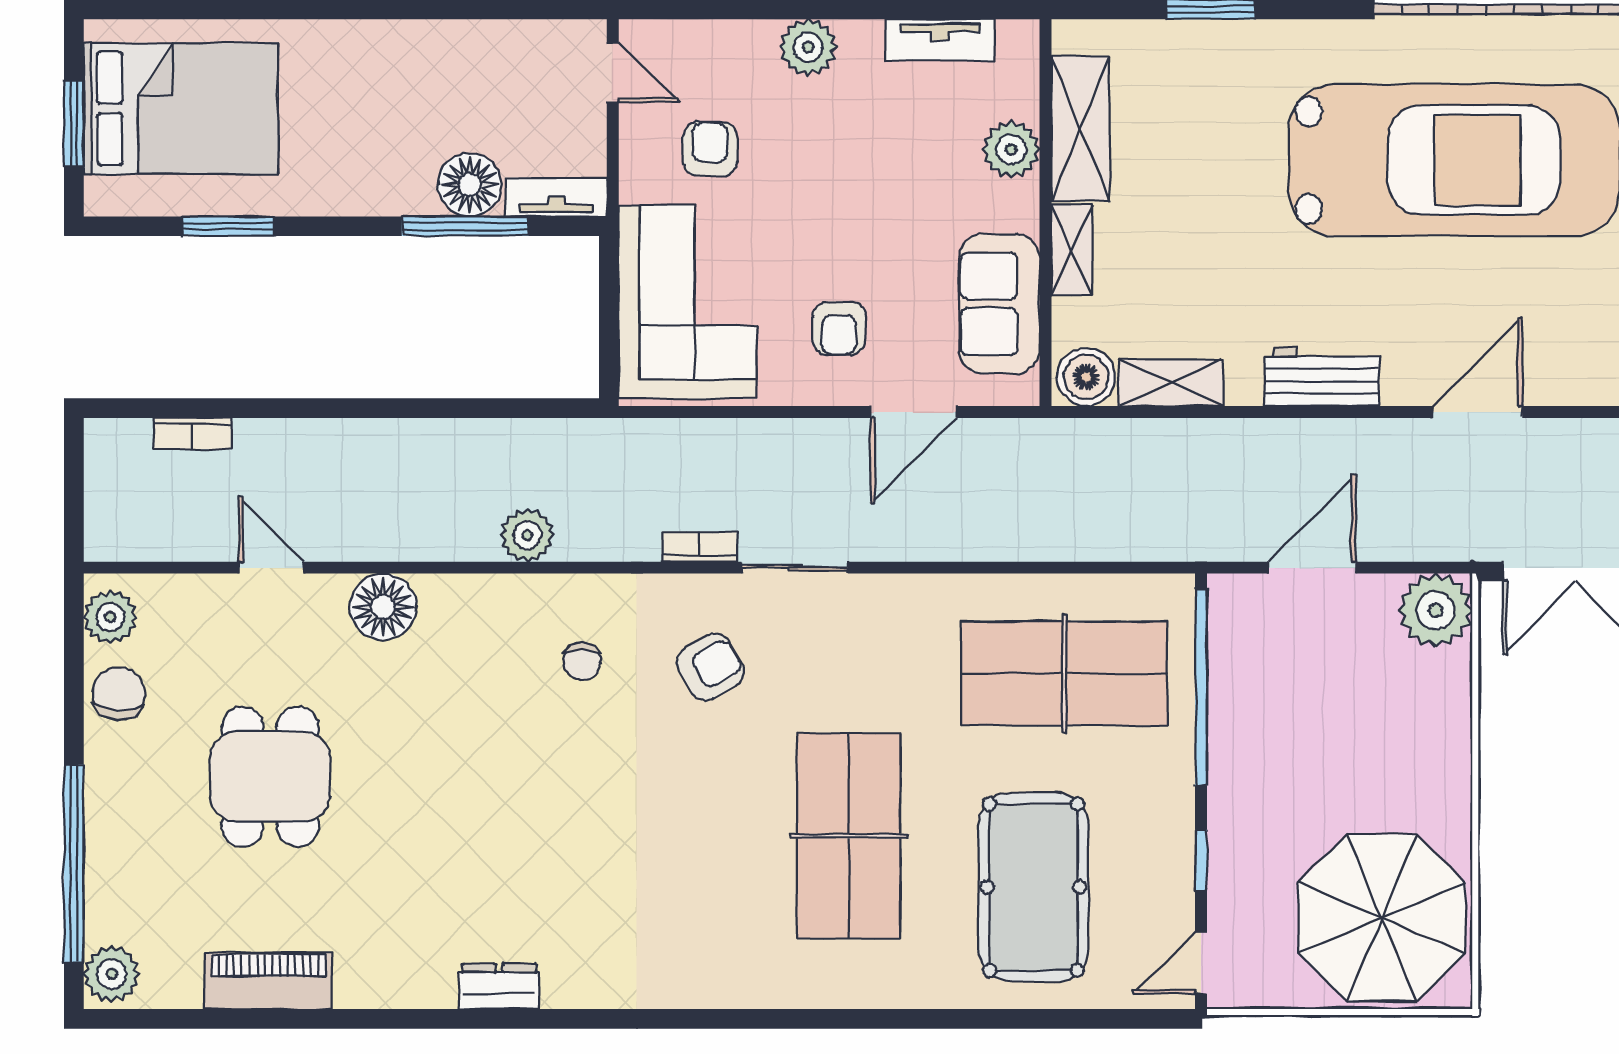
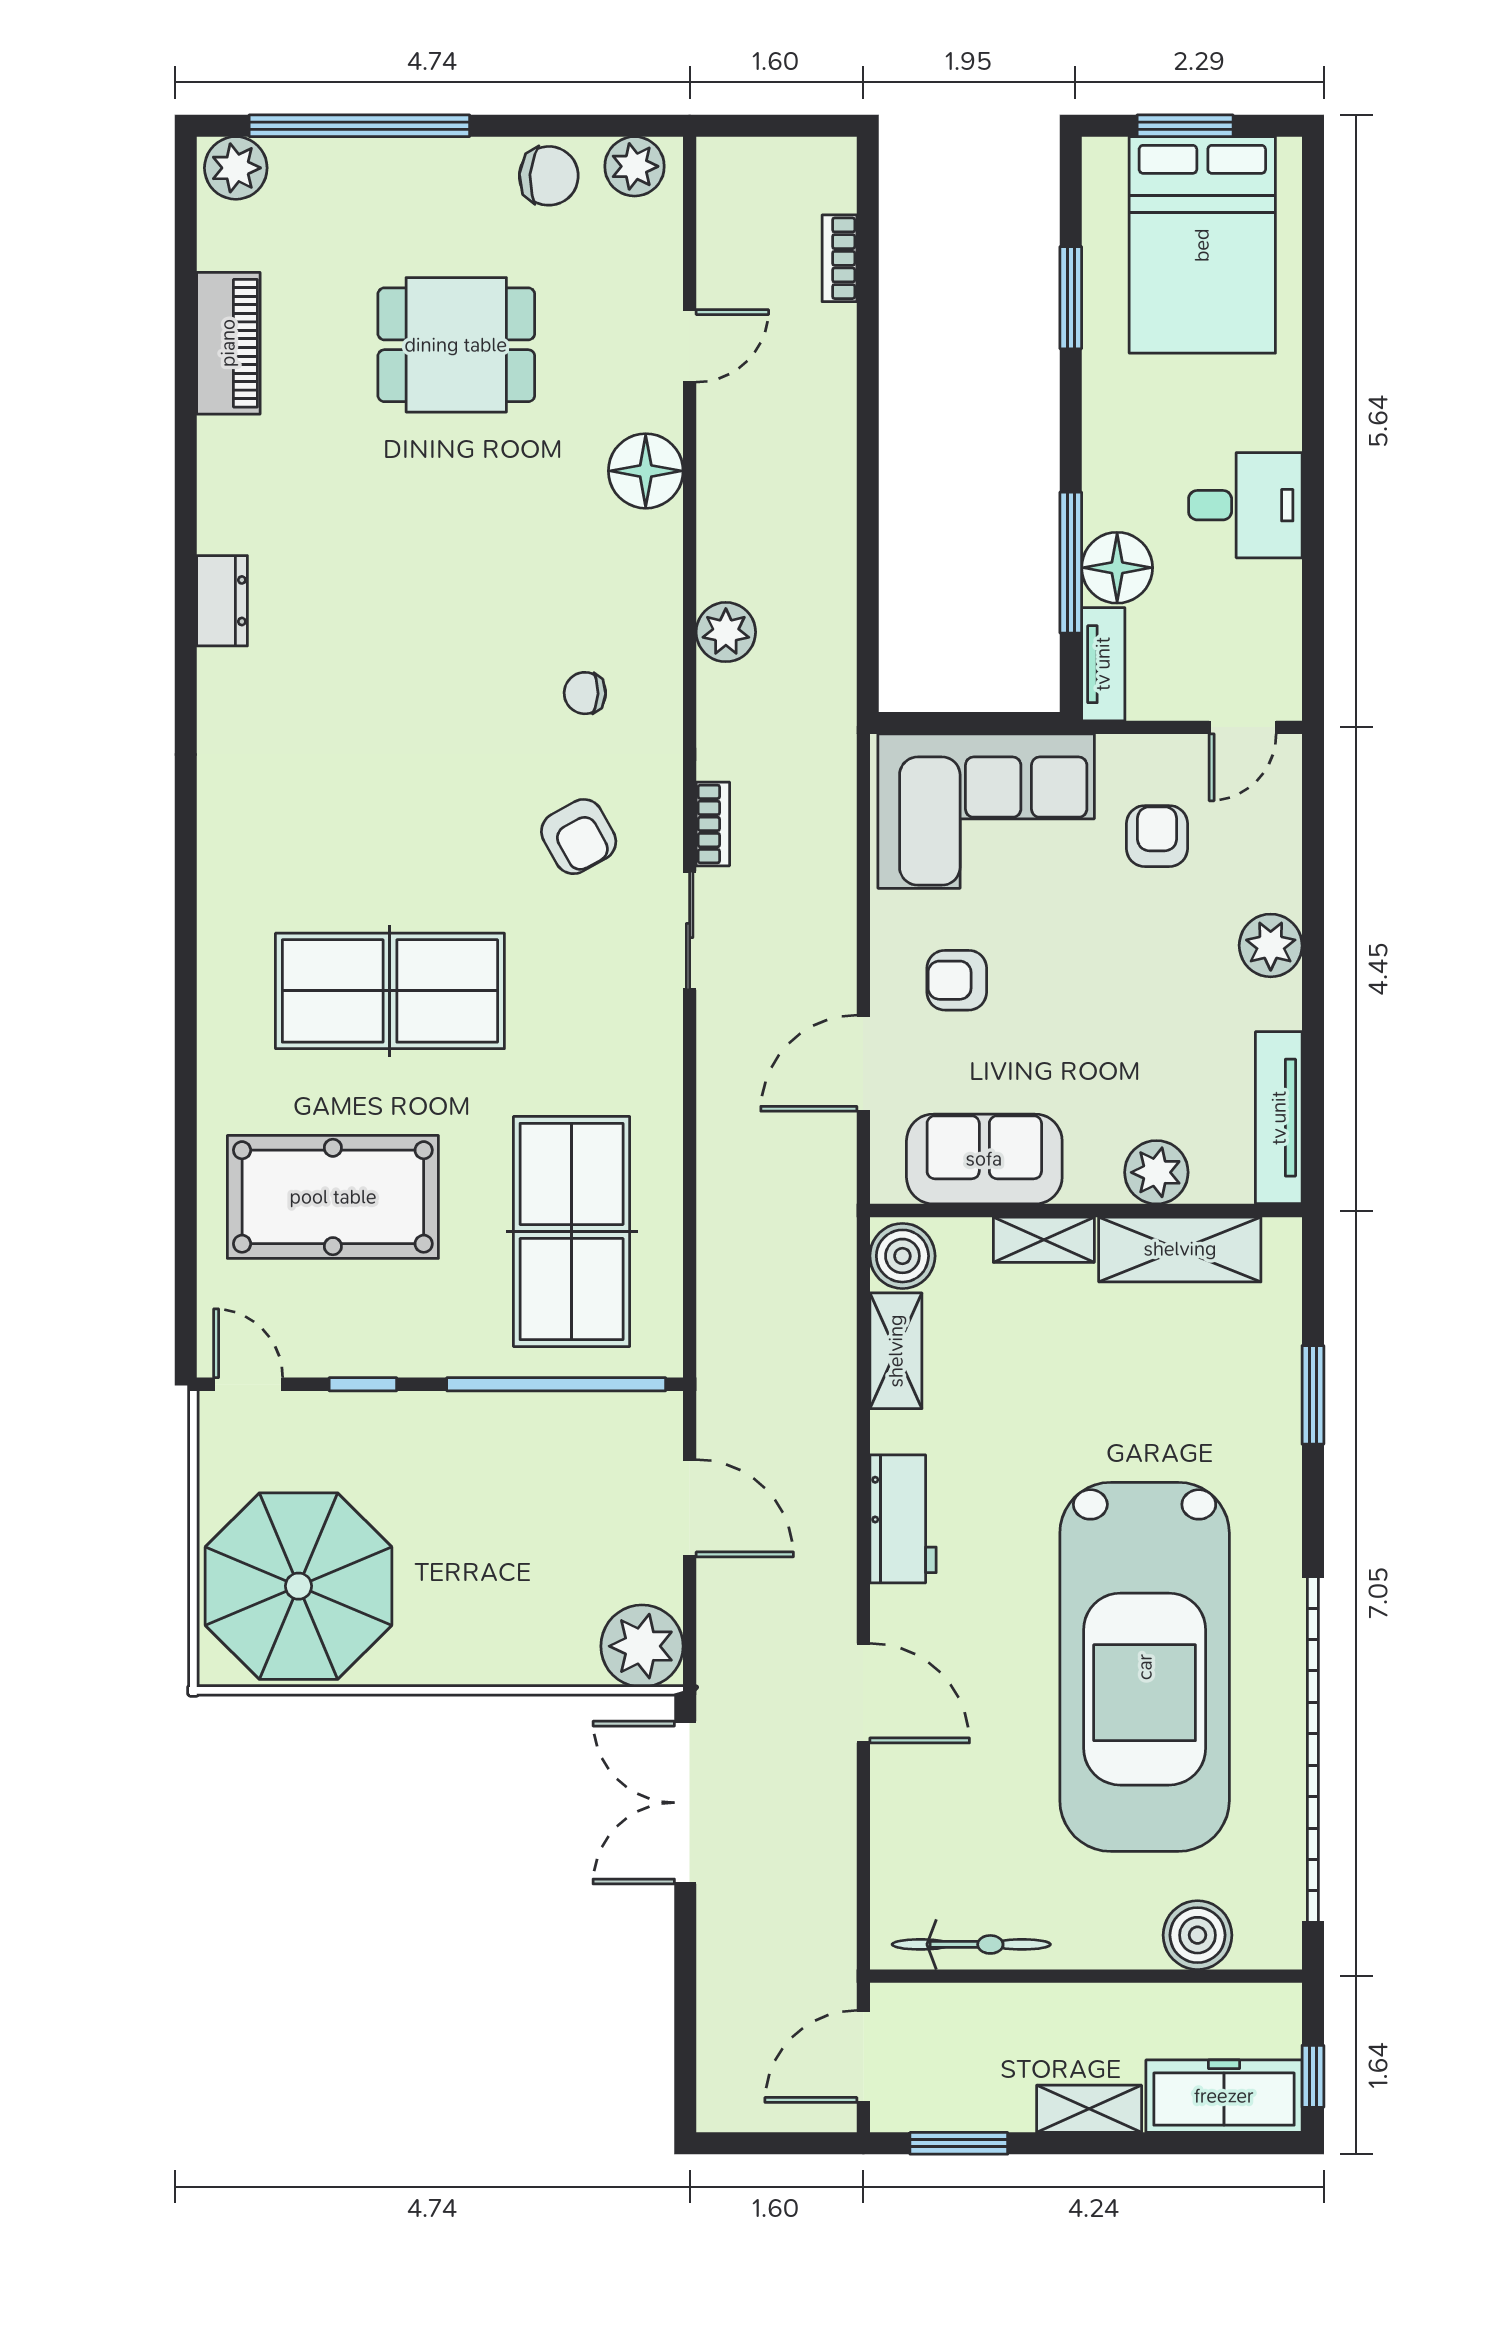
tv unit: (940, 40) -> (1279, 1118), width x1.41
desk: (414, 70) -> (1245, 505), added
armchair: (710, 149) -> (1157, 836), turned -90
door: (913, 412) -> (863, 1063), hinge flipped

